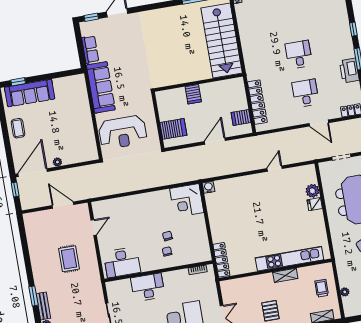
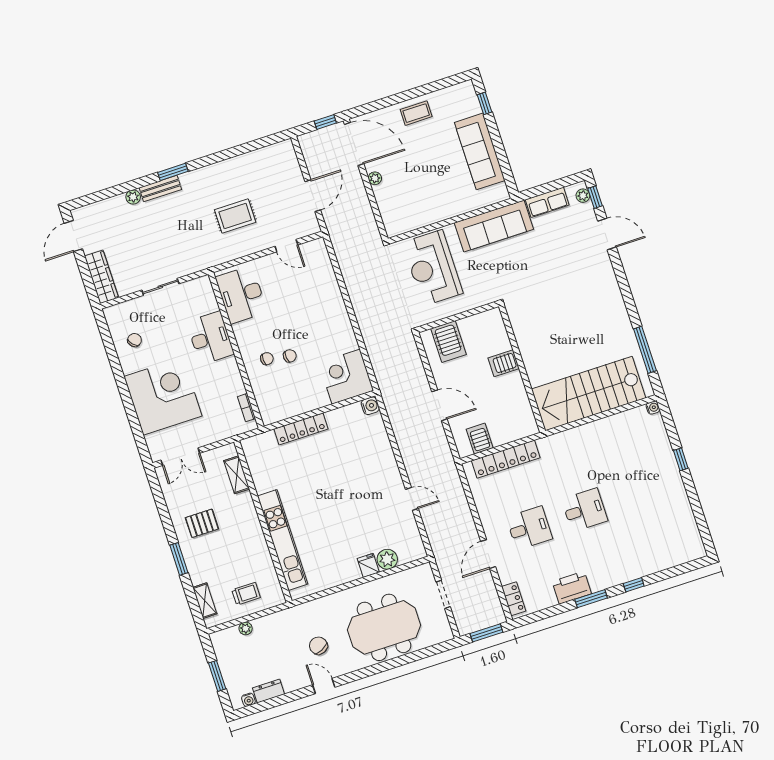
plant: (89, 25) -> (583, 196), added
sofa: (30, 93) -> (480, 151), moved
locker: (221, 260) -> (301, 429), moved
shelving: (285, 275) -> (237, 475), moved

